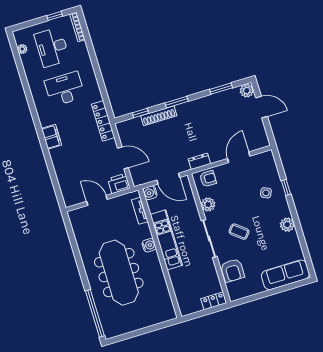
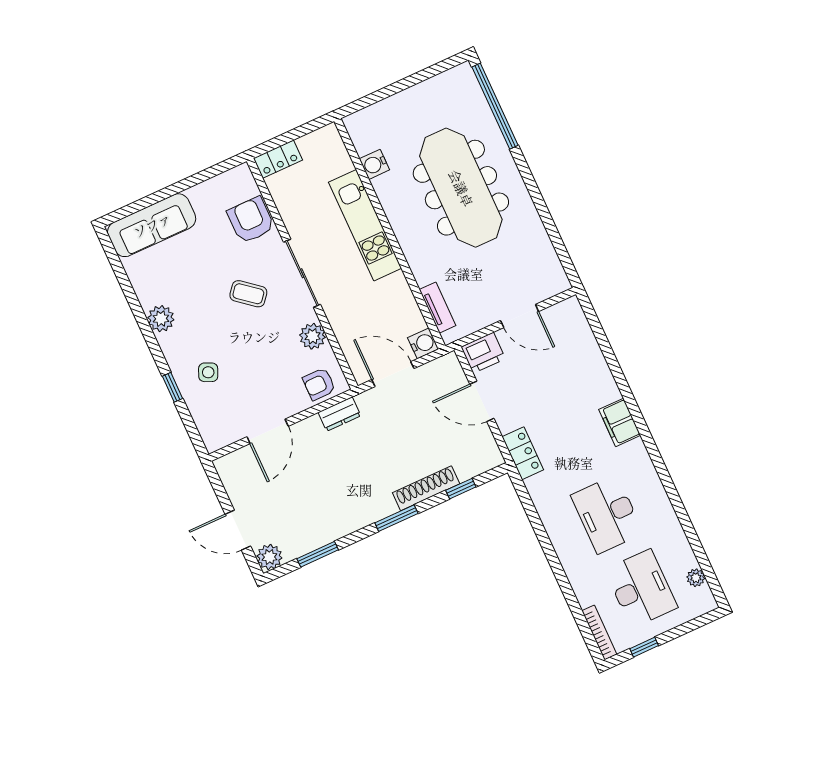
desk: (65, 89) -> (607, 514), turned 90
locker: (103, 121) -> (523, 453), width x0.66
kitchen unit: (166, 240) -> (365, 225), moved
water cooler: (149, 245) -> (374, 164), moved

